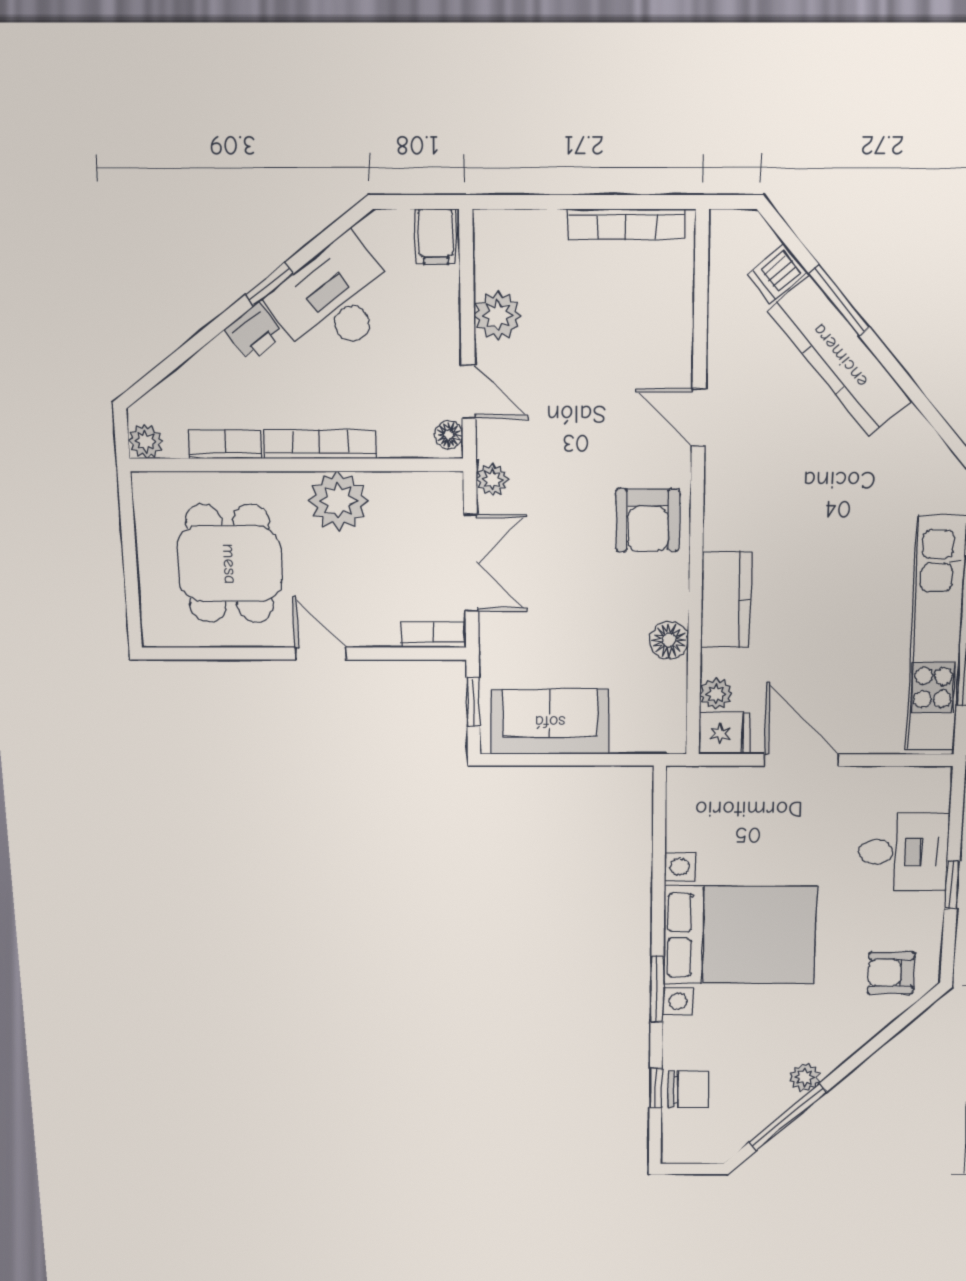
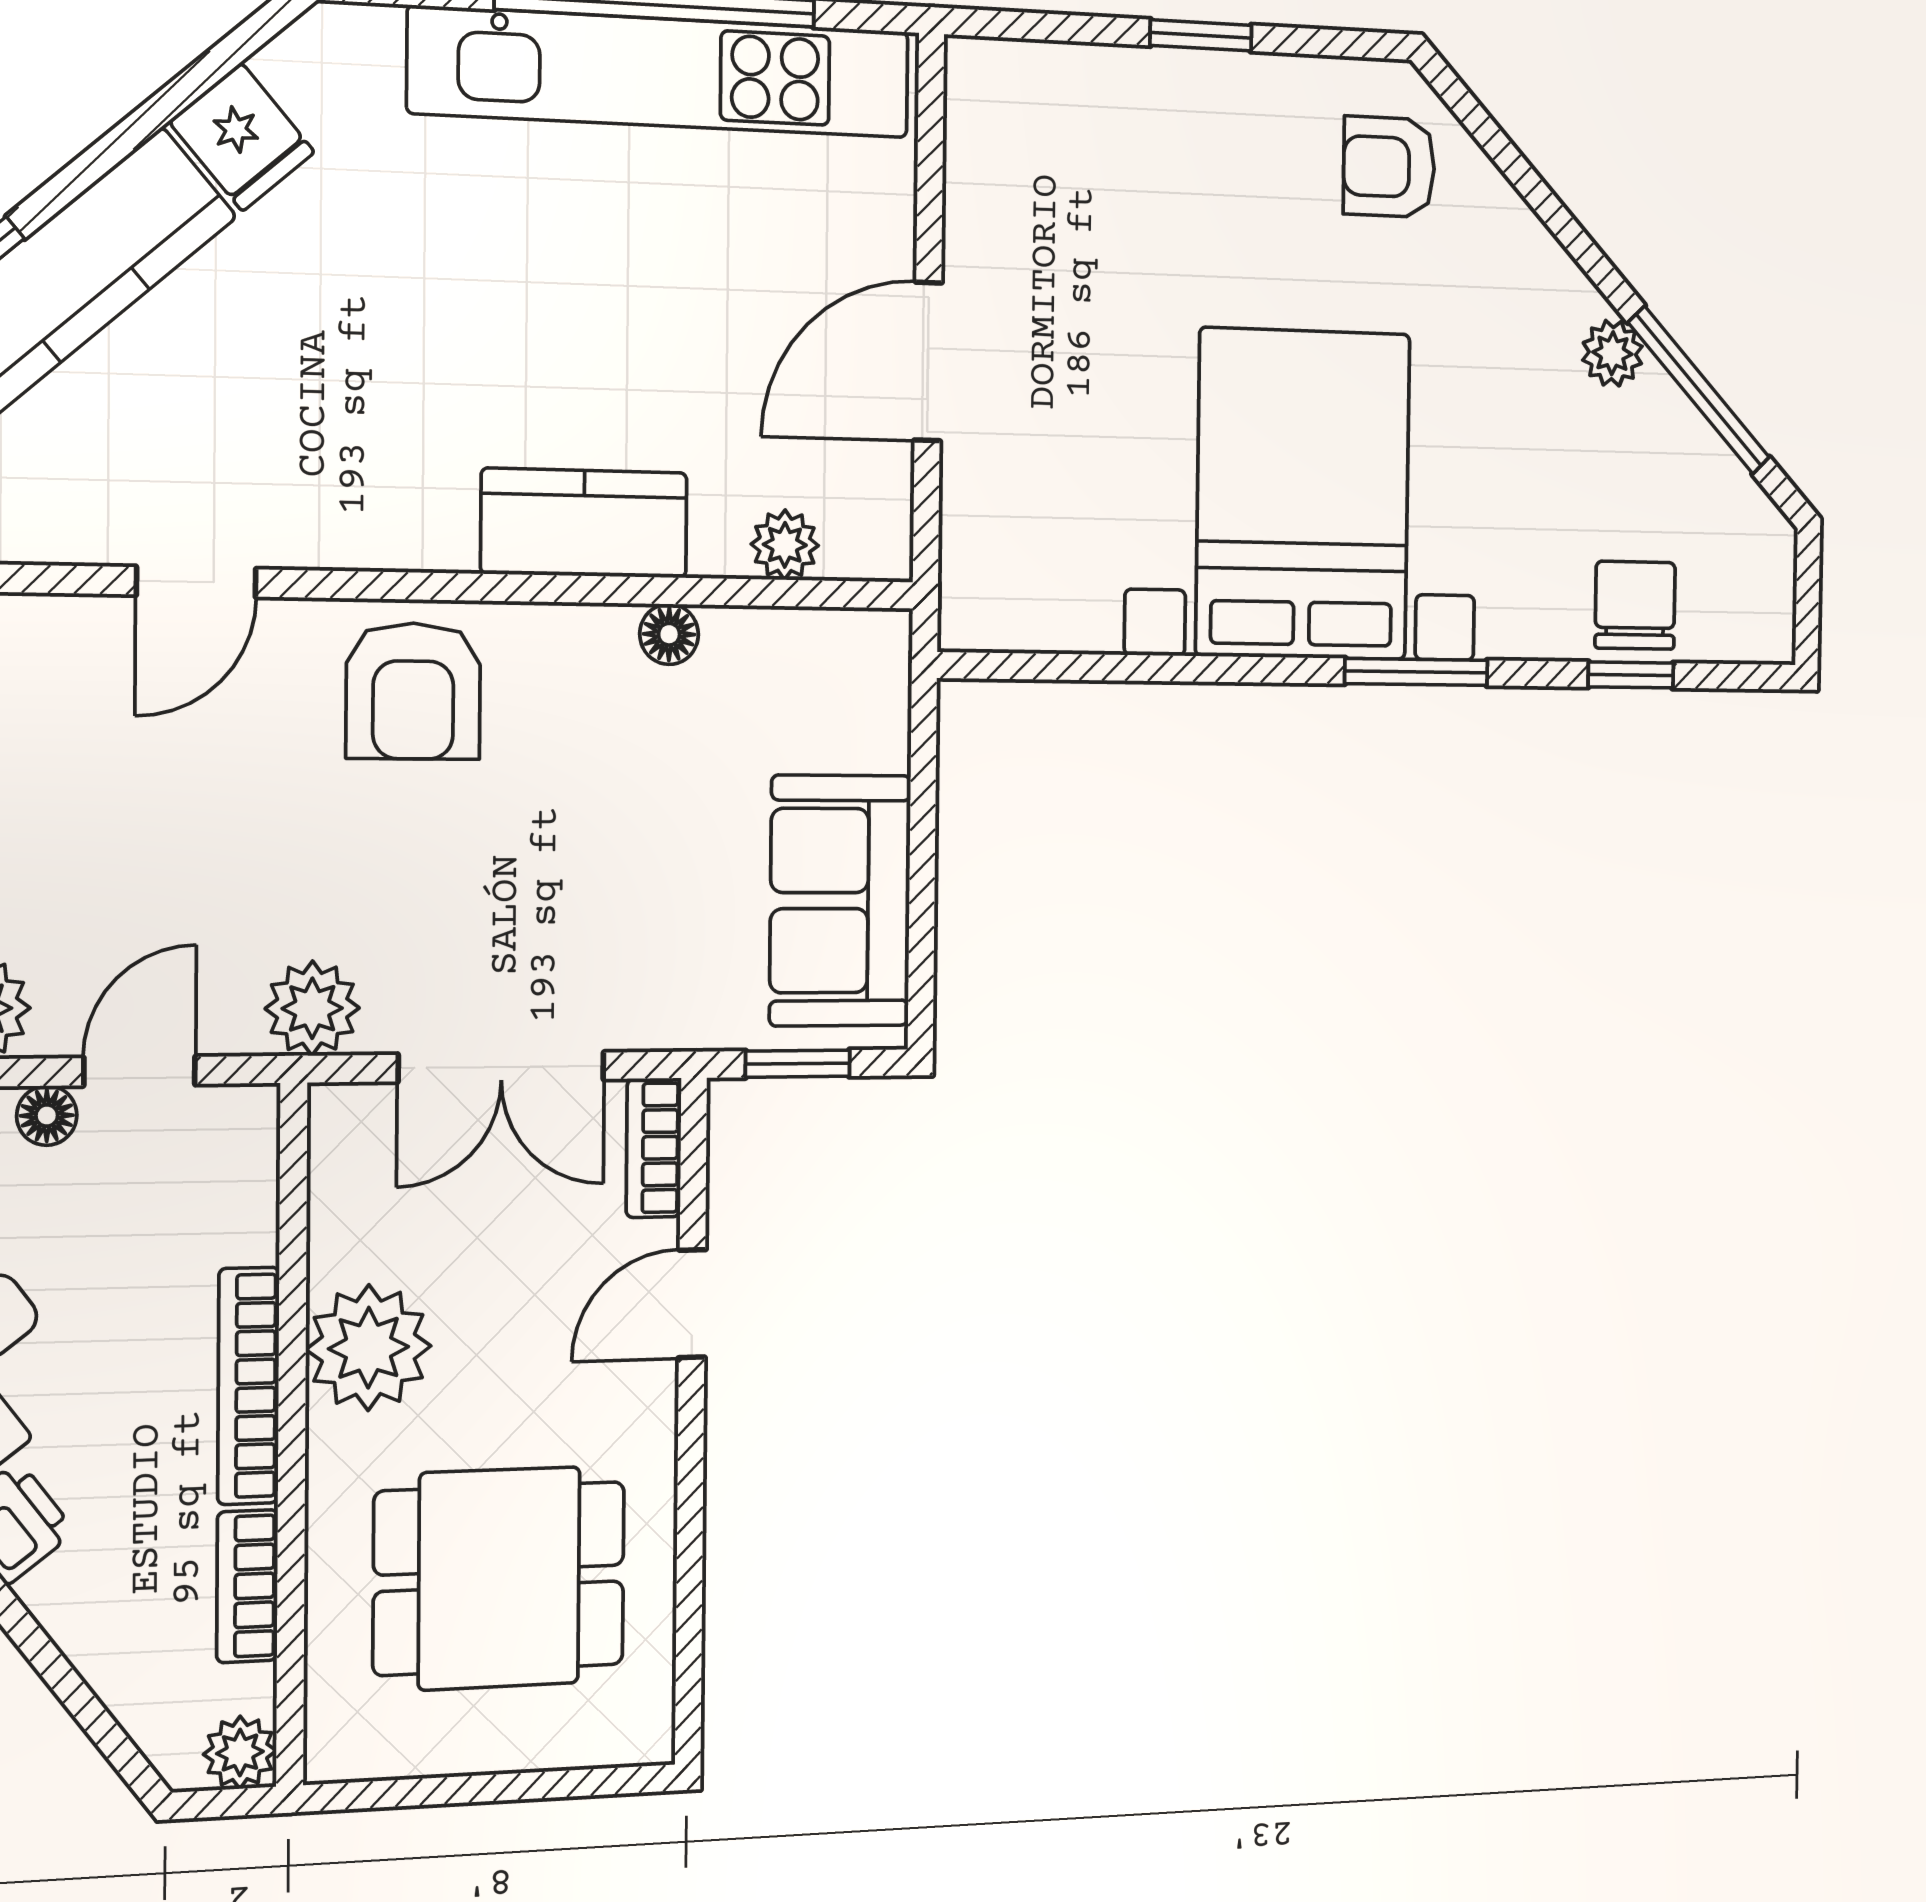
floor lamp: (449, 435) -> (47, 1115), moved
plant: (492, 480) -> (312, 1008), width x1.38, depth x1.38
armchair: (648, 520) -> (413, 691), turned 90
double door: (471, 563) -> (501, 1067), swing flipped
floor lamp: (669, 640) -> (669, 634), width x0.73, depth x0.73
door: (321, 654) -> (692, 1304), moved
fridge: (725, 734) -> (242, 137), moved, turned 139
desk: (903, 852) -> (1128, 141), removed
armchair: (891, 973) -> (1389, 167), turned 90

